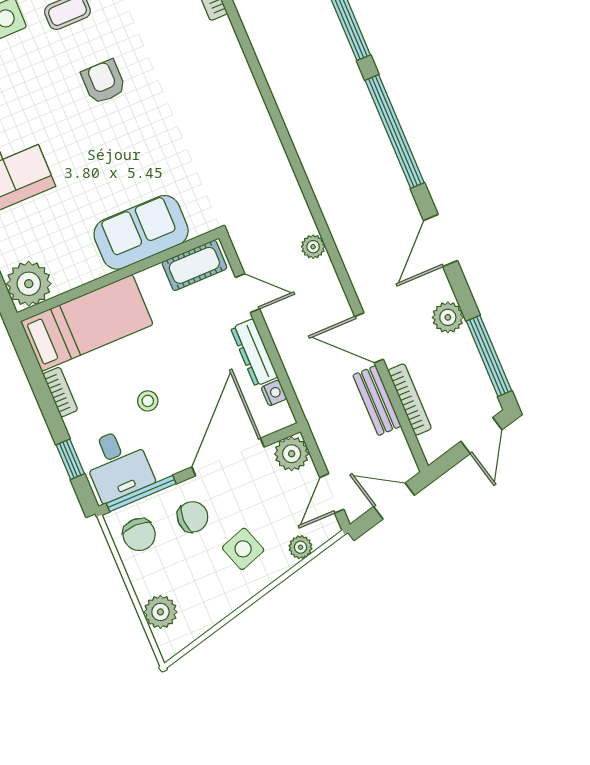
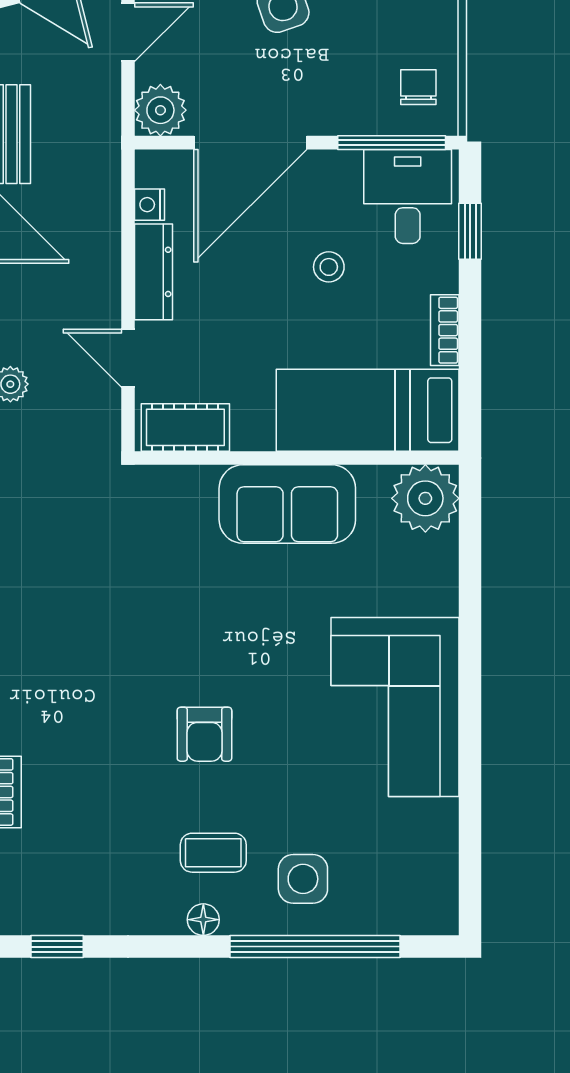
sofa: (141, 232) -> (287, 504), moved
chair: (193, 517) -> (334, 80), removed
chair: (139, 534) -> (418, 87), width x0.73, depth x0.73

